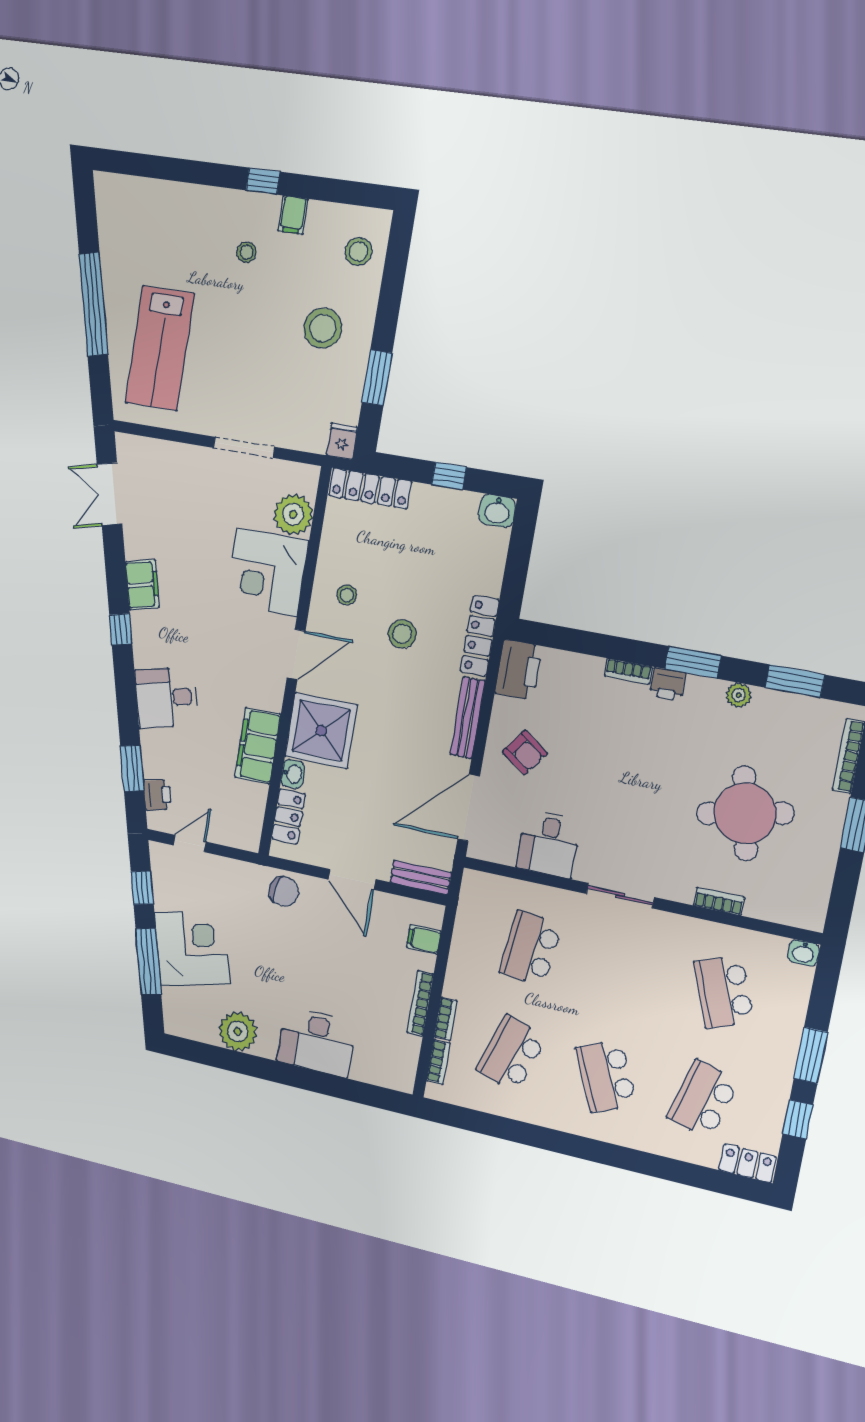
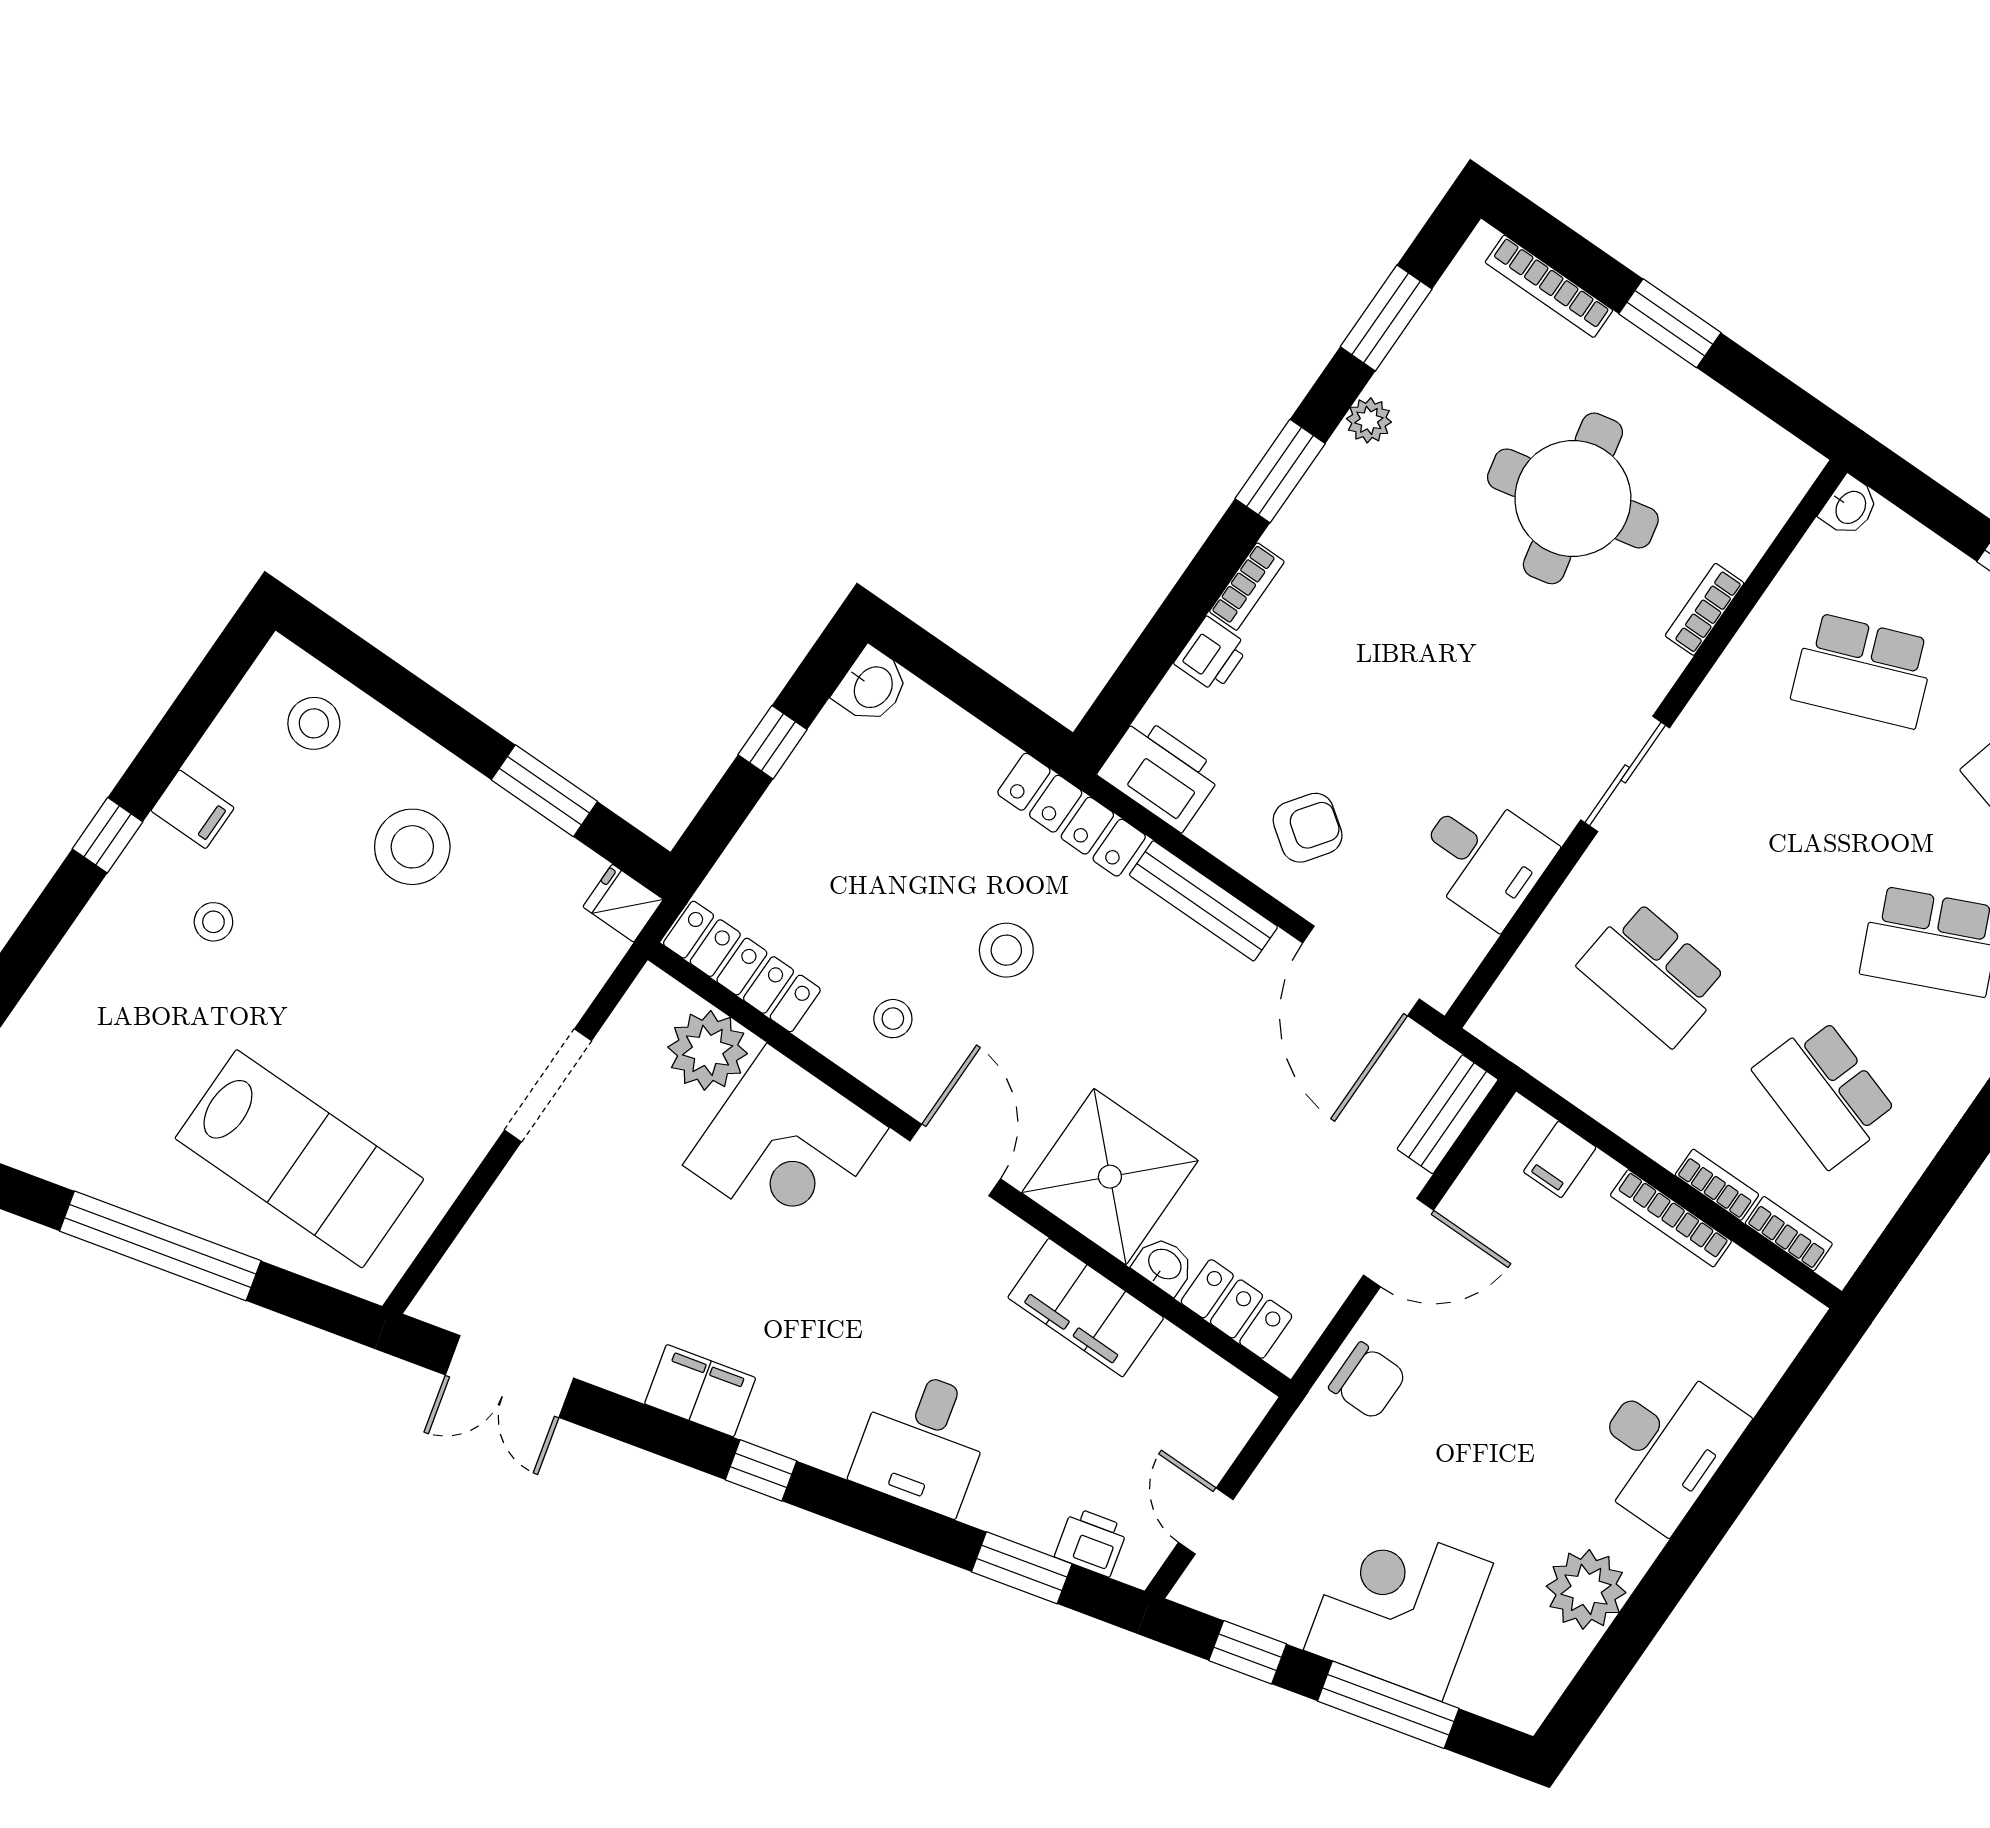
locker: (370, 489) -> (742, 967), moved, turned -90
printer: (668, 684) -> (1212, 655), moved
chair: (284, 892) -> (1368, 1381), turned 78

